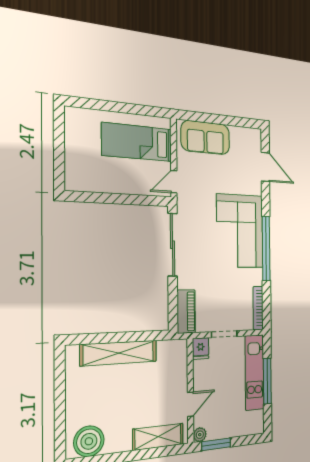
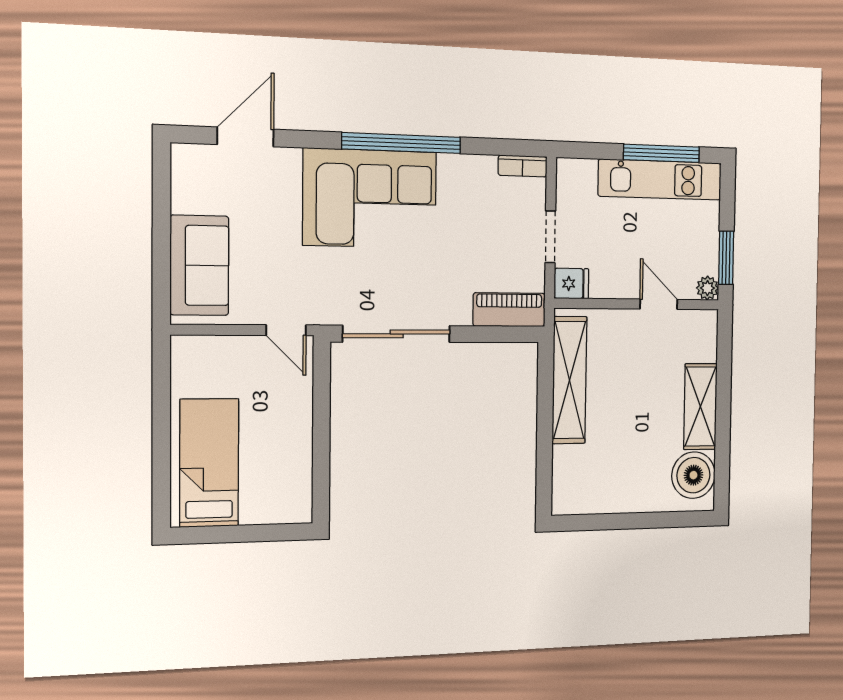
bed: (137, 142) -> (209, 463), moved, turned 180
bookcase: (258, 308) -> (523, 166), width x0.64
shelving: (119, 353) -> (569, 380), moved
kitchen unit: (254, 372) -> (660, 180), moved
window: (267, 381) -> (661, 153), moved
shelving: (158, 437) -> (700, 407), moved

